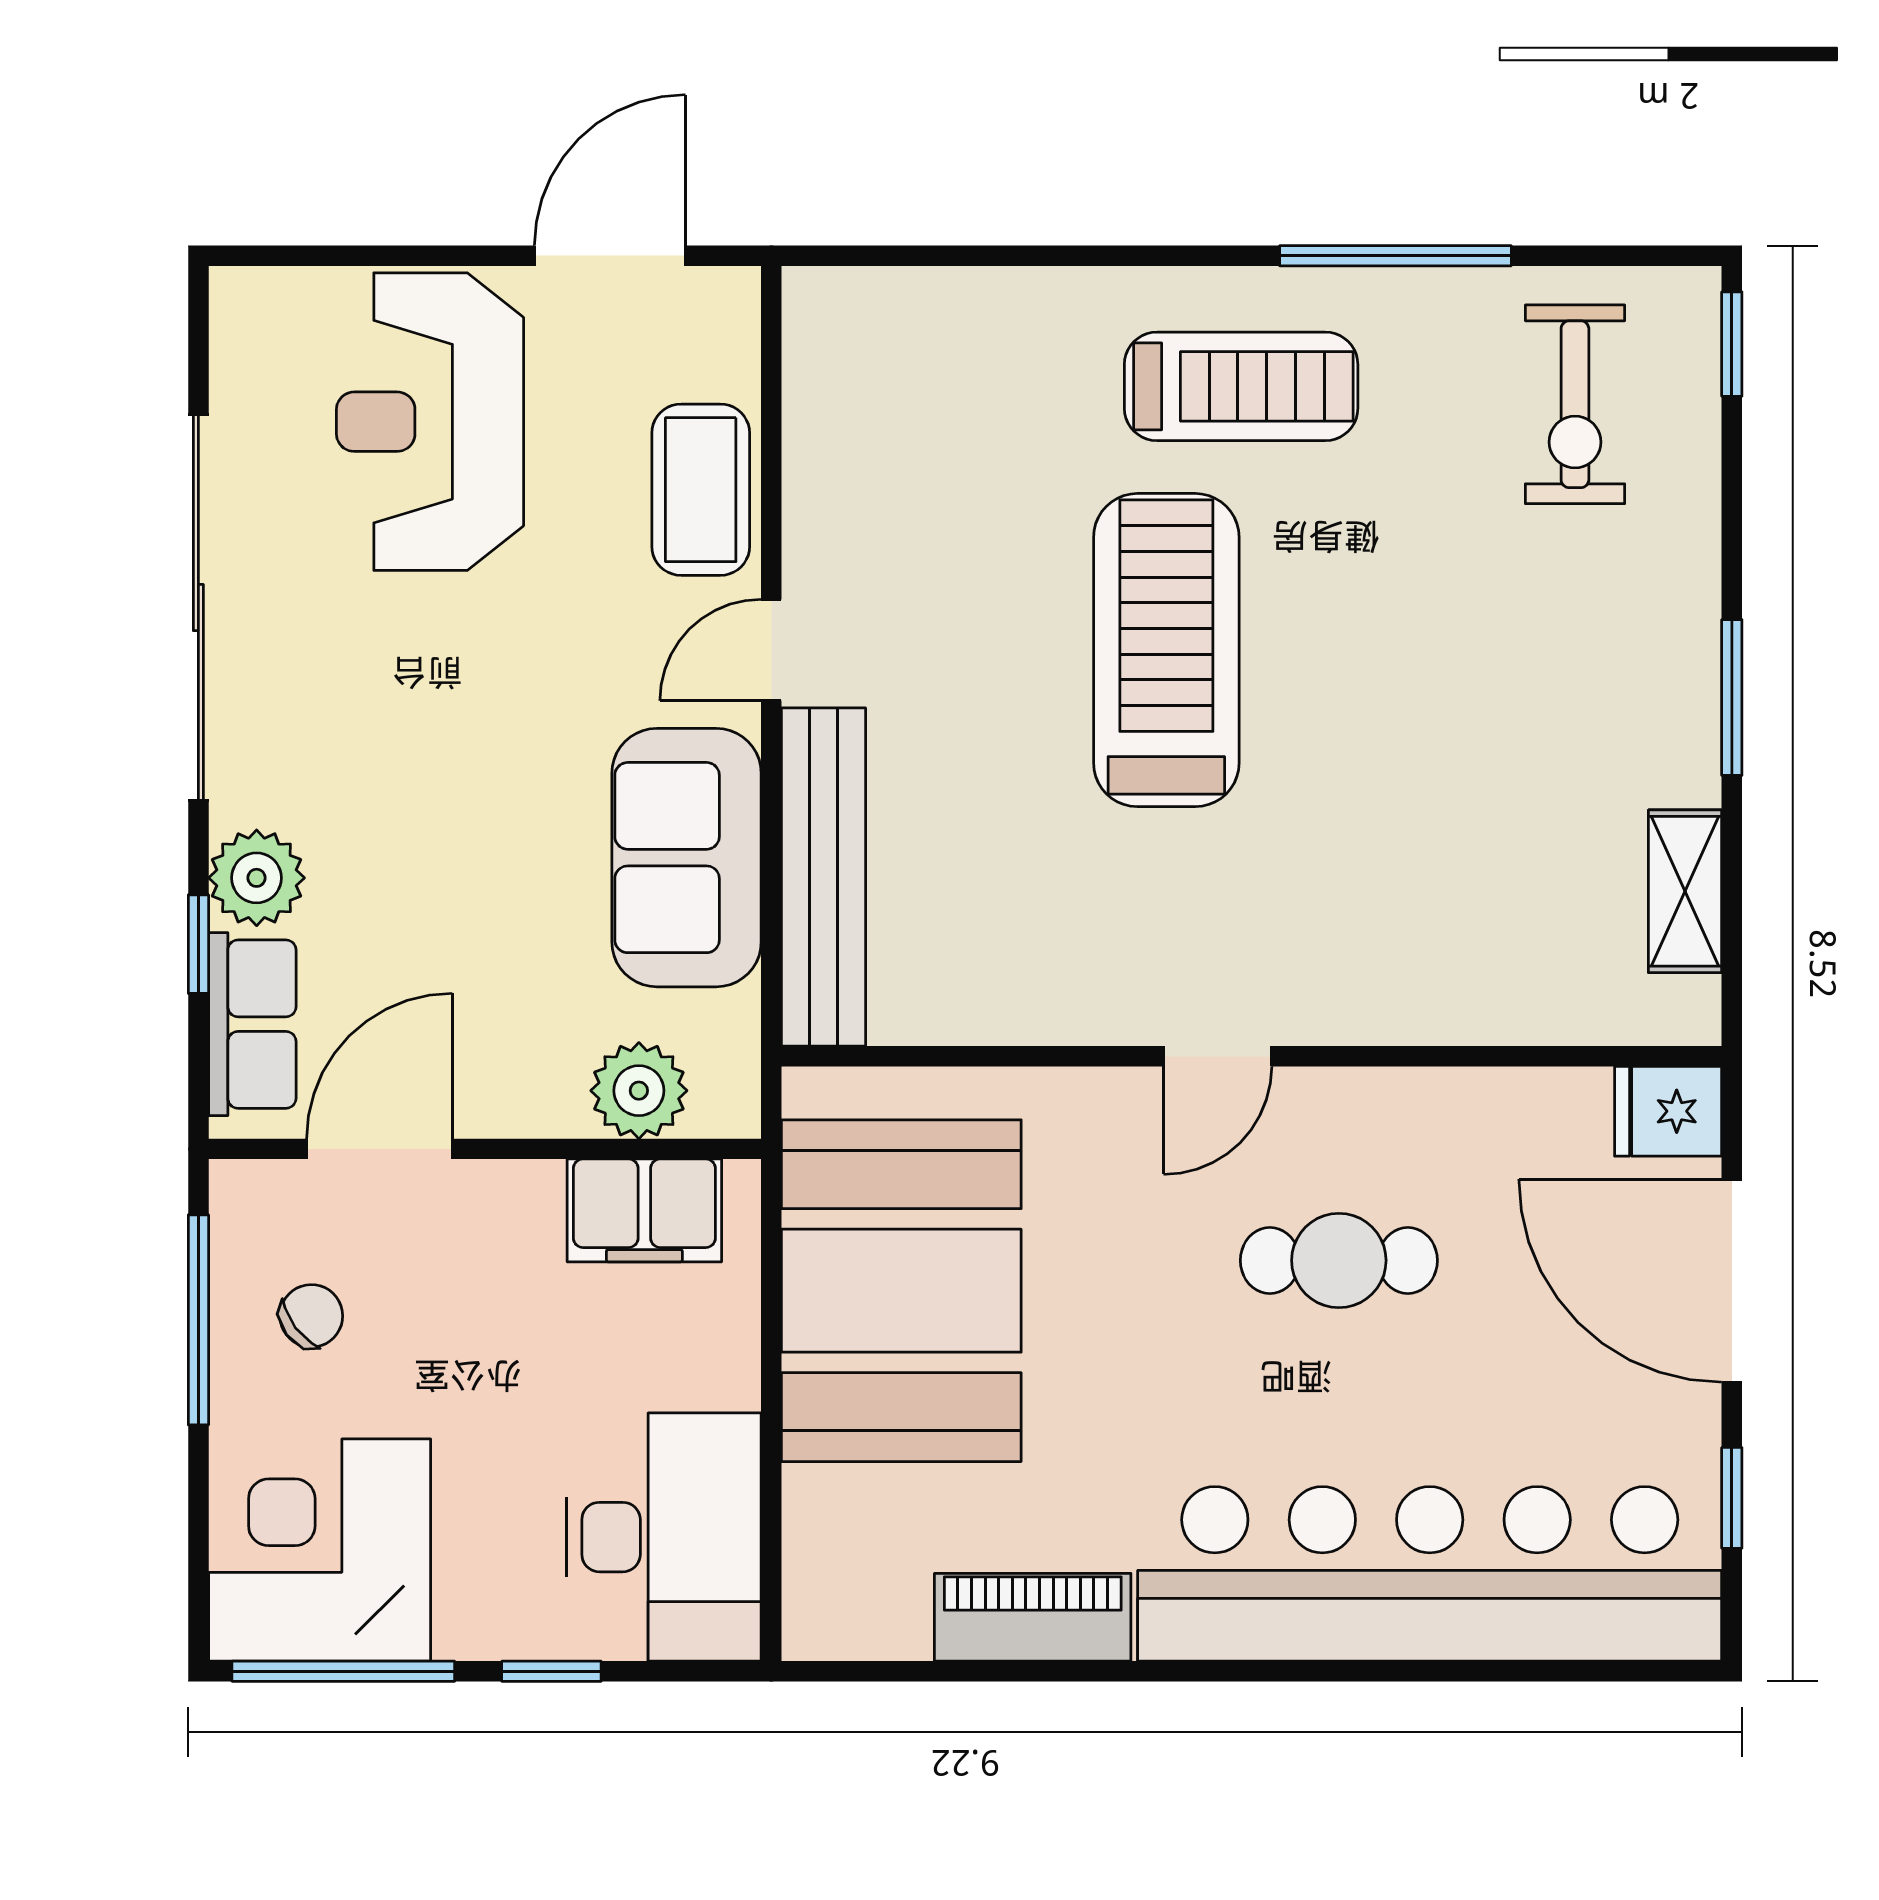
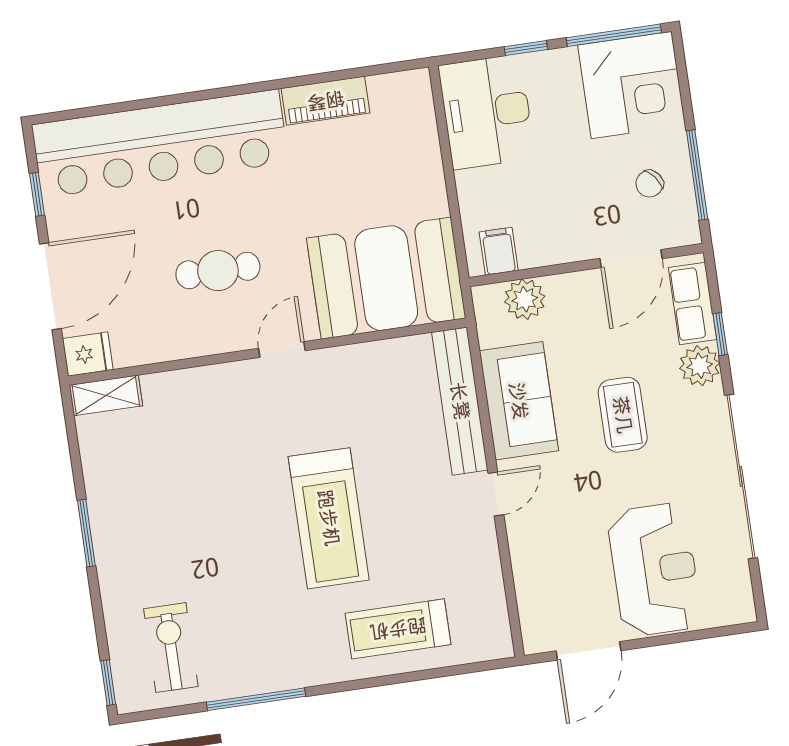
treadmill: (1241, 386) -> (398, 629), moved
coffee table: (701, 490) -> (623, 415), moved
shelving: (1685, 891) -> (106, 395), moved, turned 90
filing cabinet: (644, 1210) -> (499, 251), width x0.50
door: (1732, 1281) -> (50, 286), hinge flipped
booth: (901, 1291) -> (386, 278), moved, turned 90

